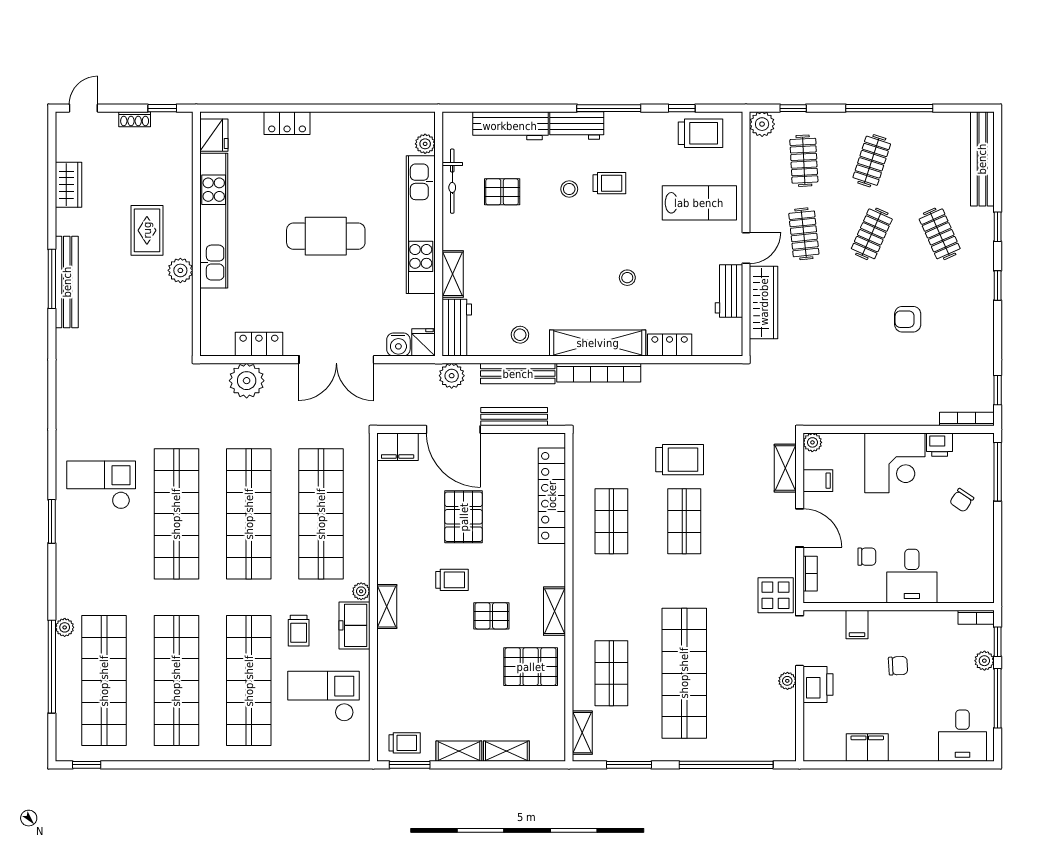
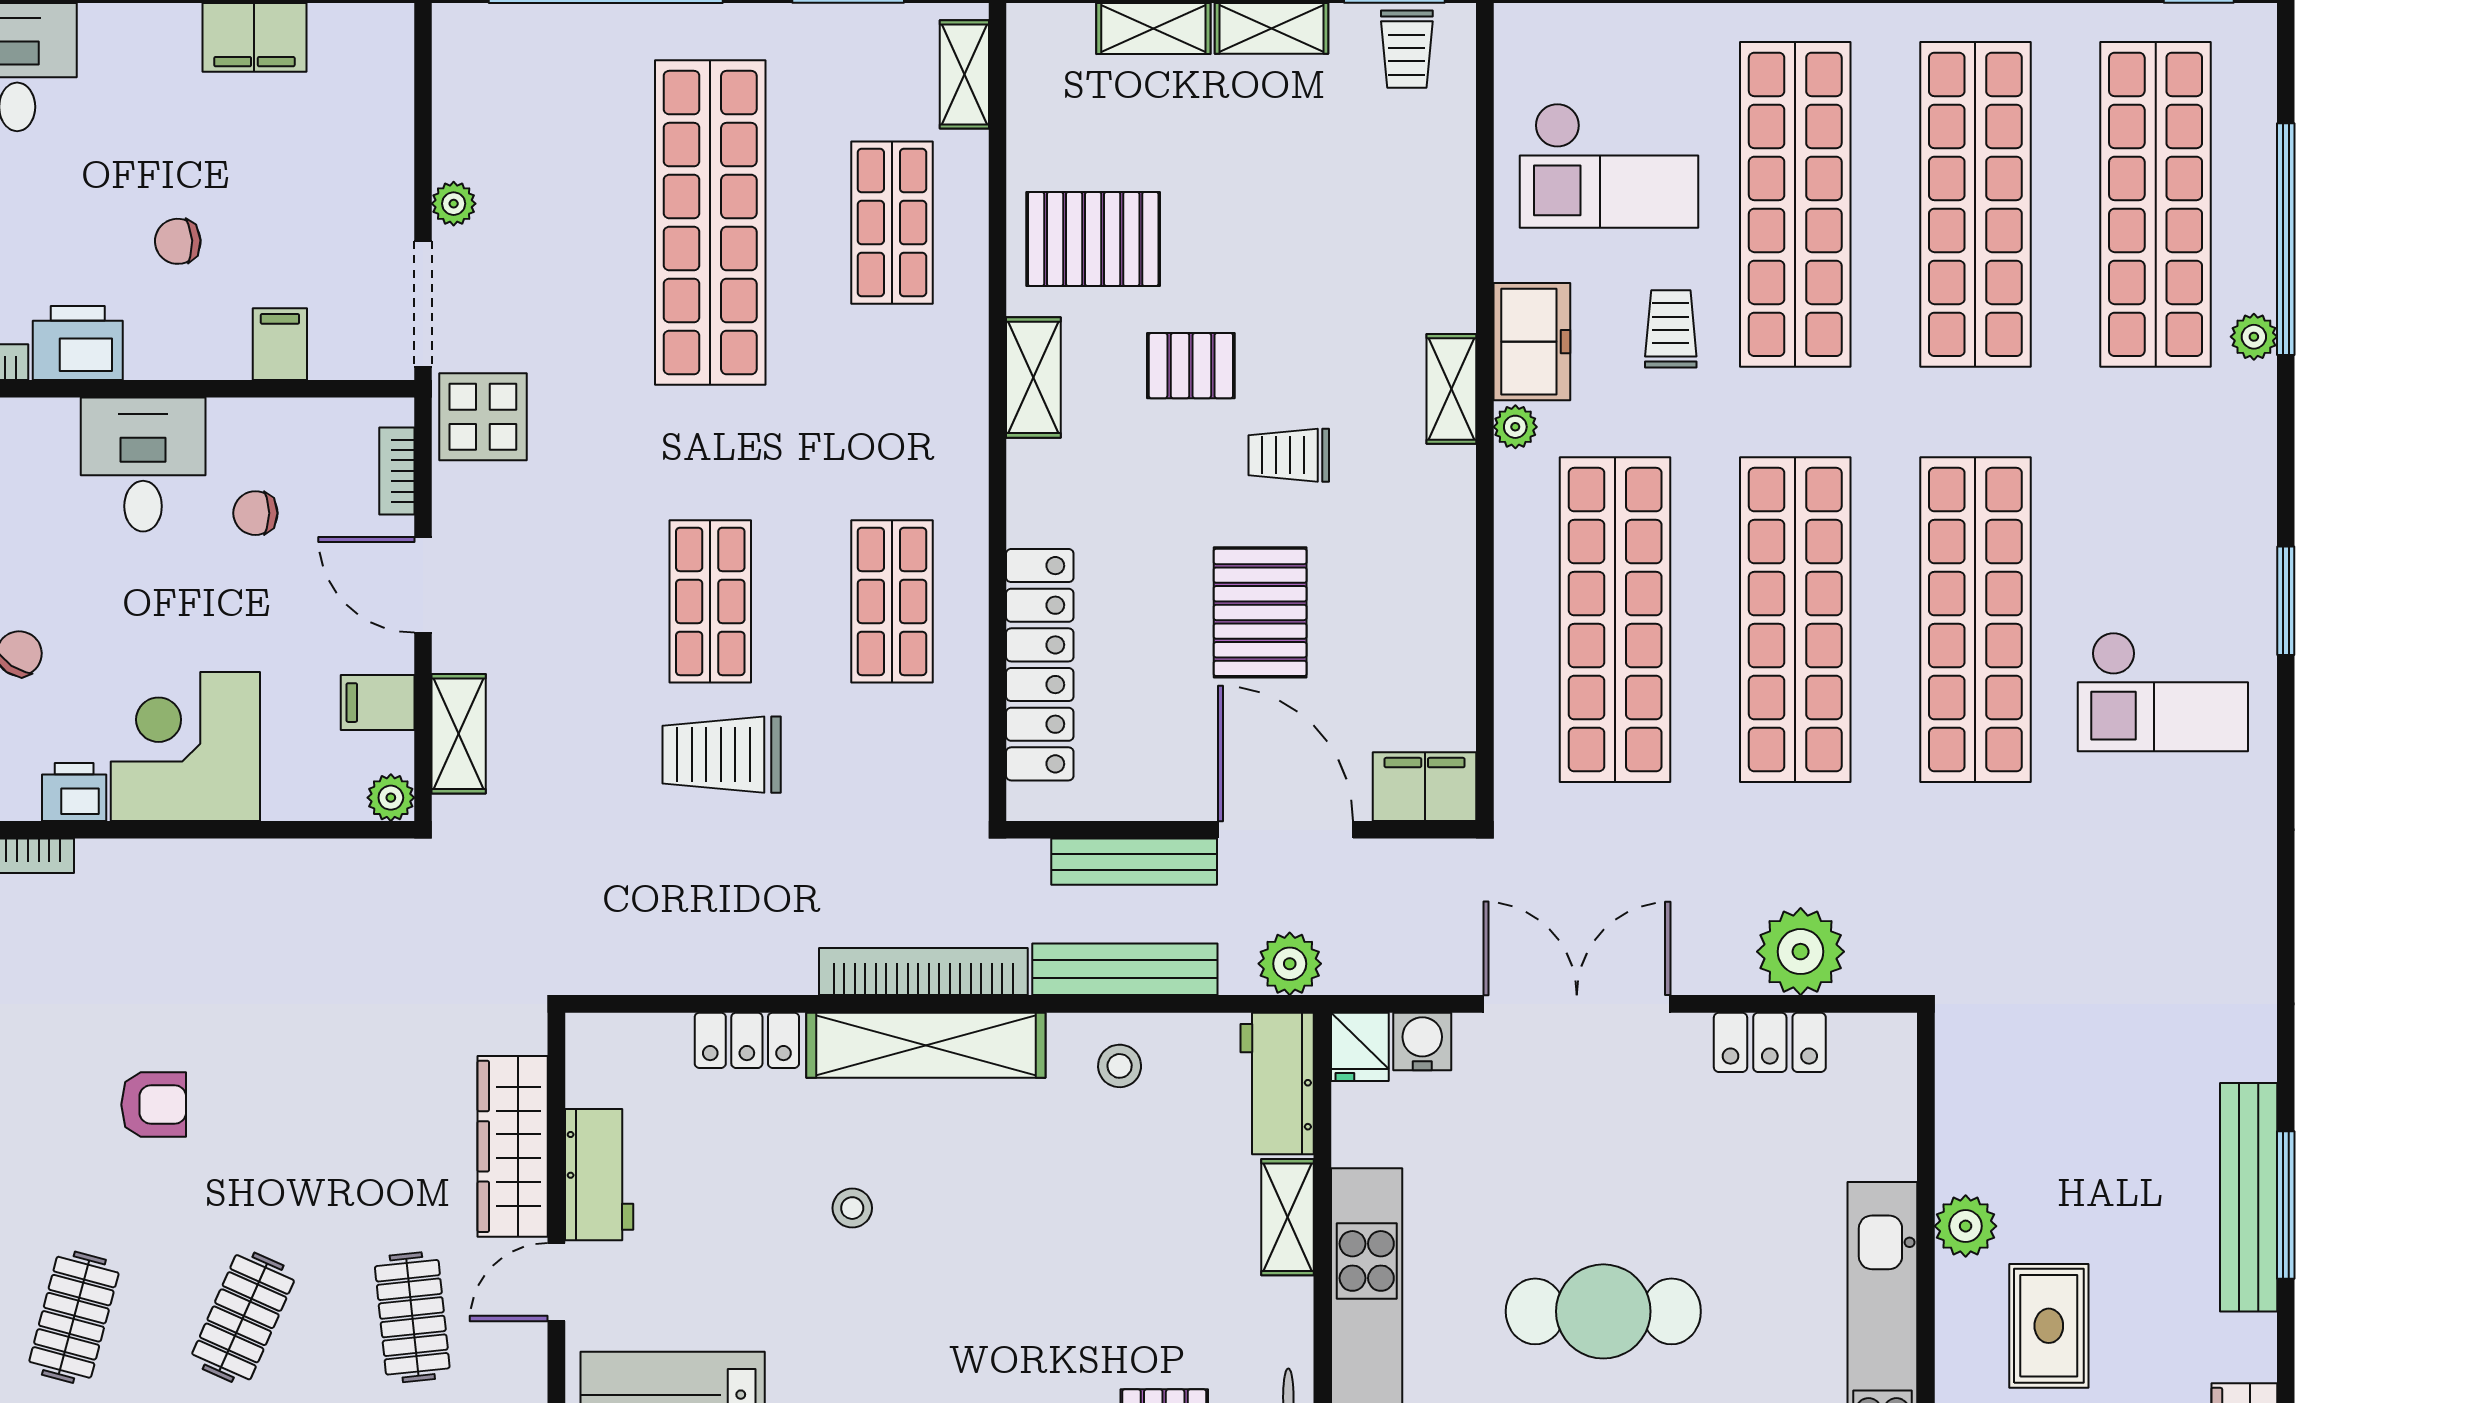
clothes rail: (940, 234) -> (74, 1317), turned 39
printer: (818, 685) -> (78, 343), moved, turned 90
trolley: (405, 743) -> (1407, 49), turned -90

